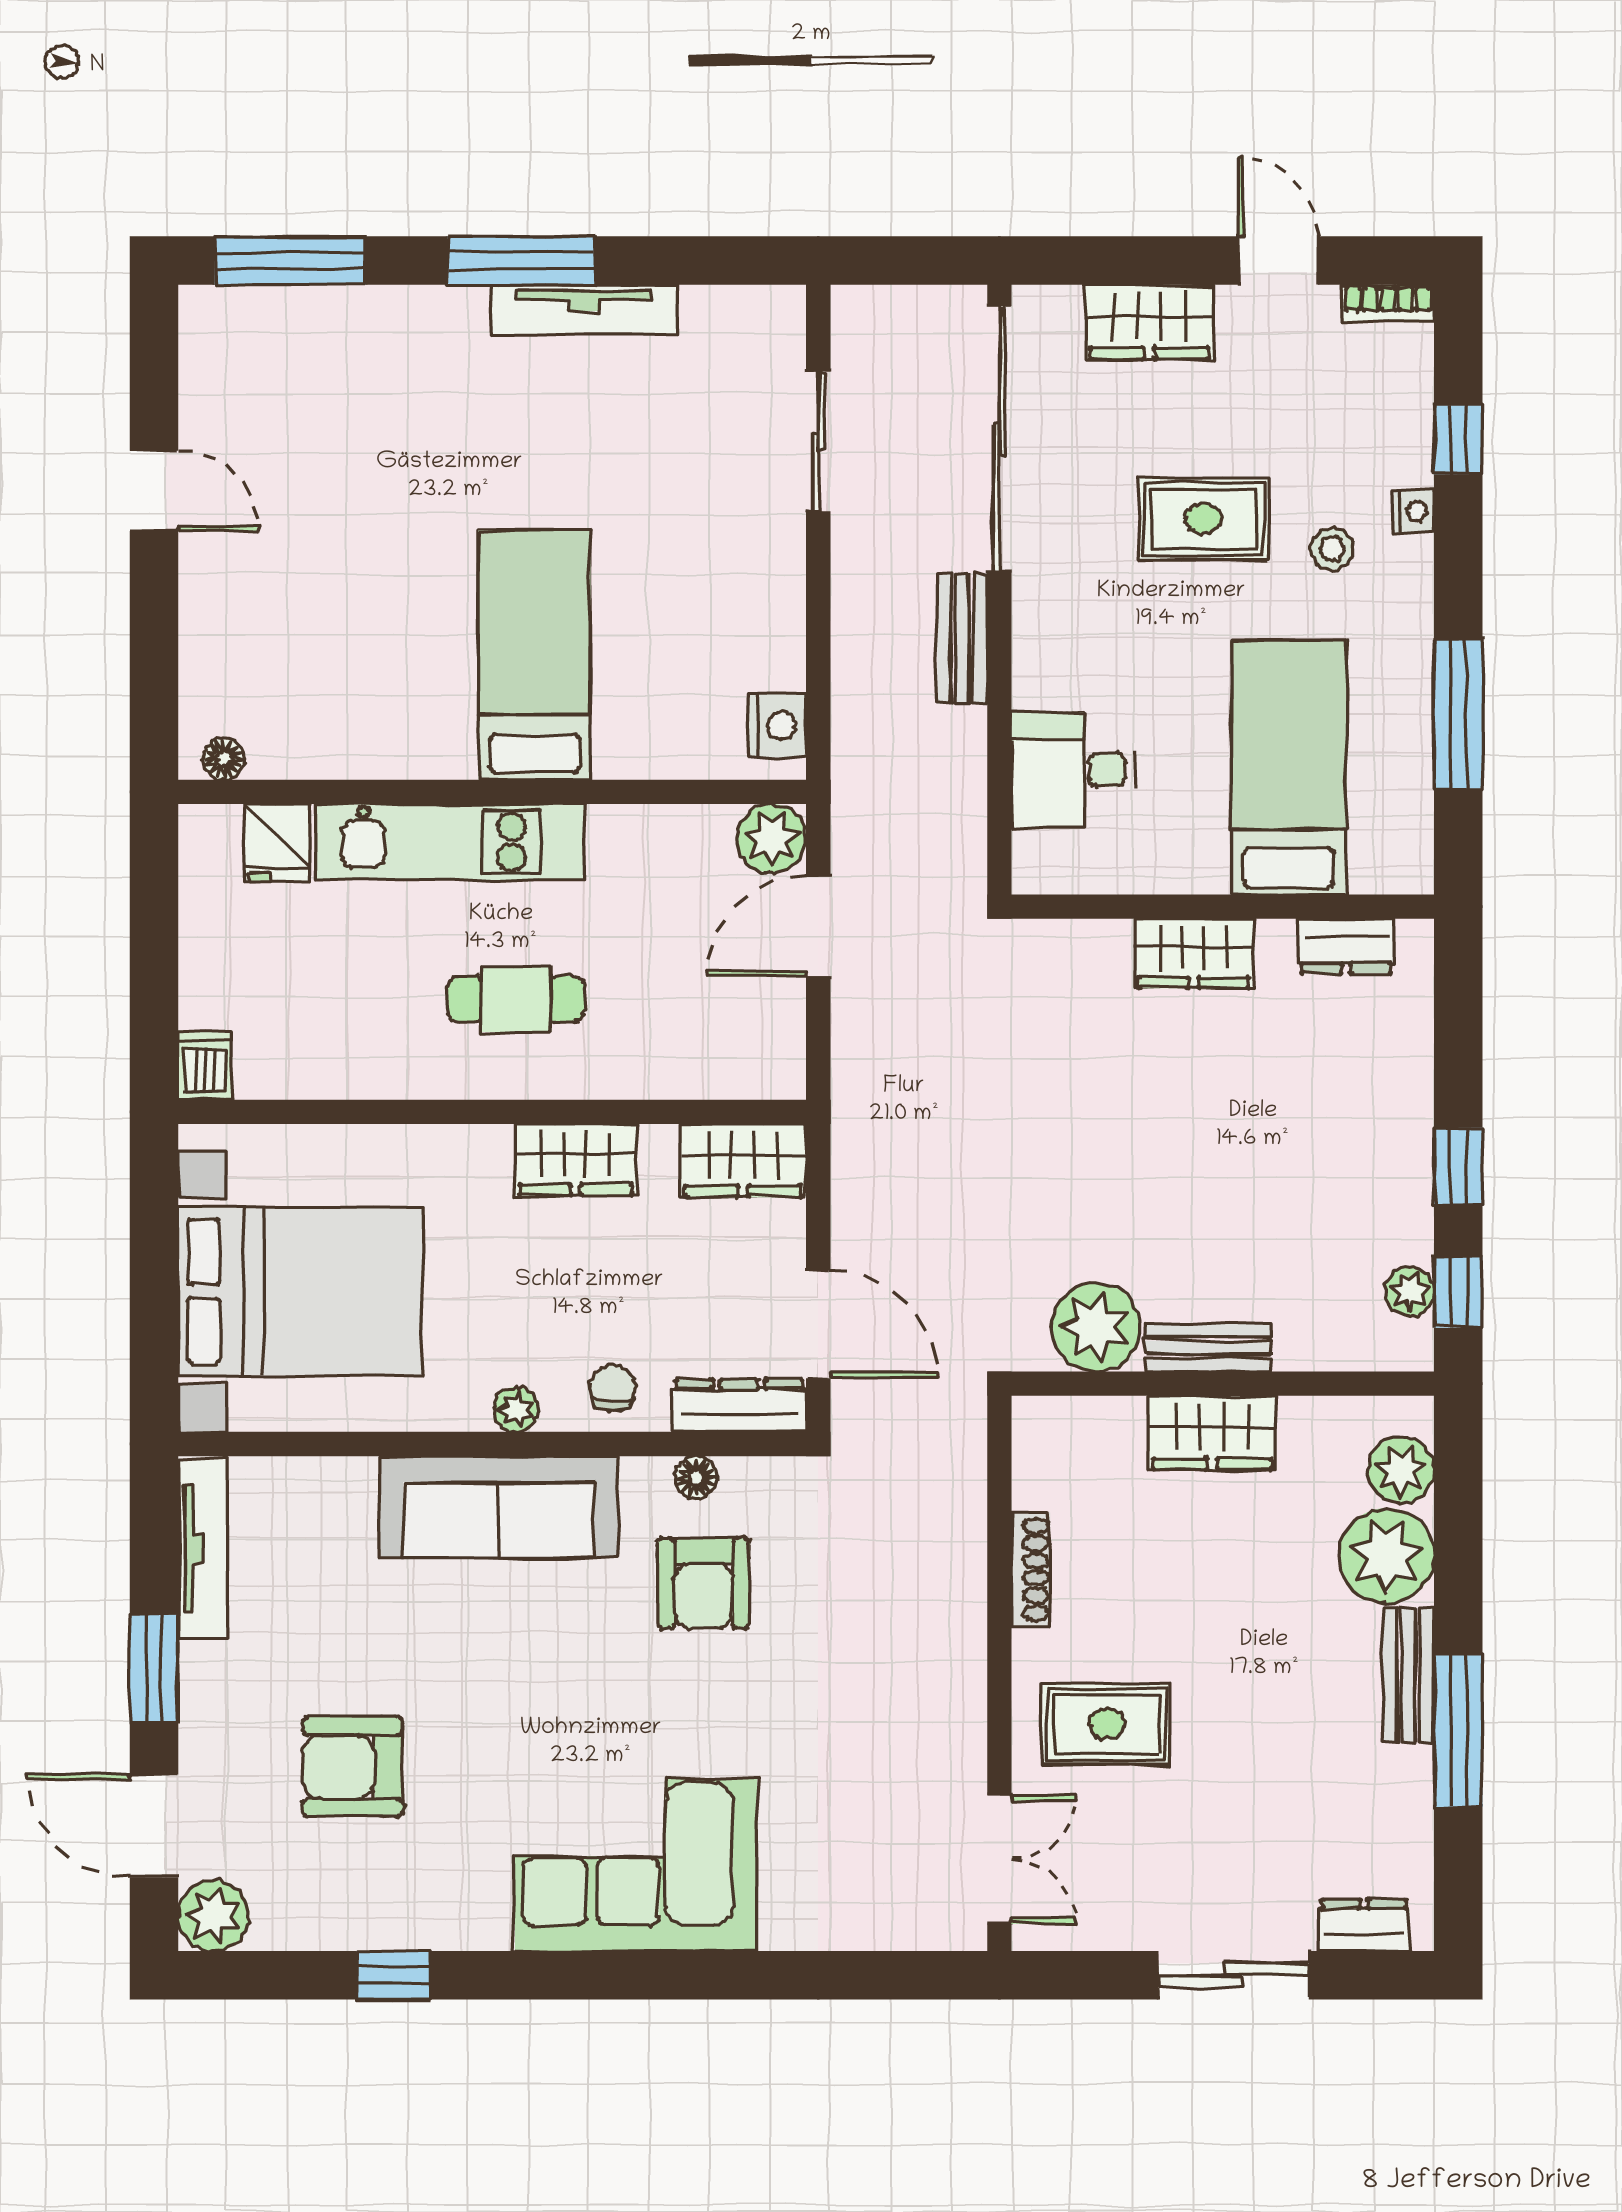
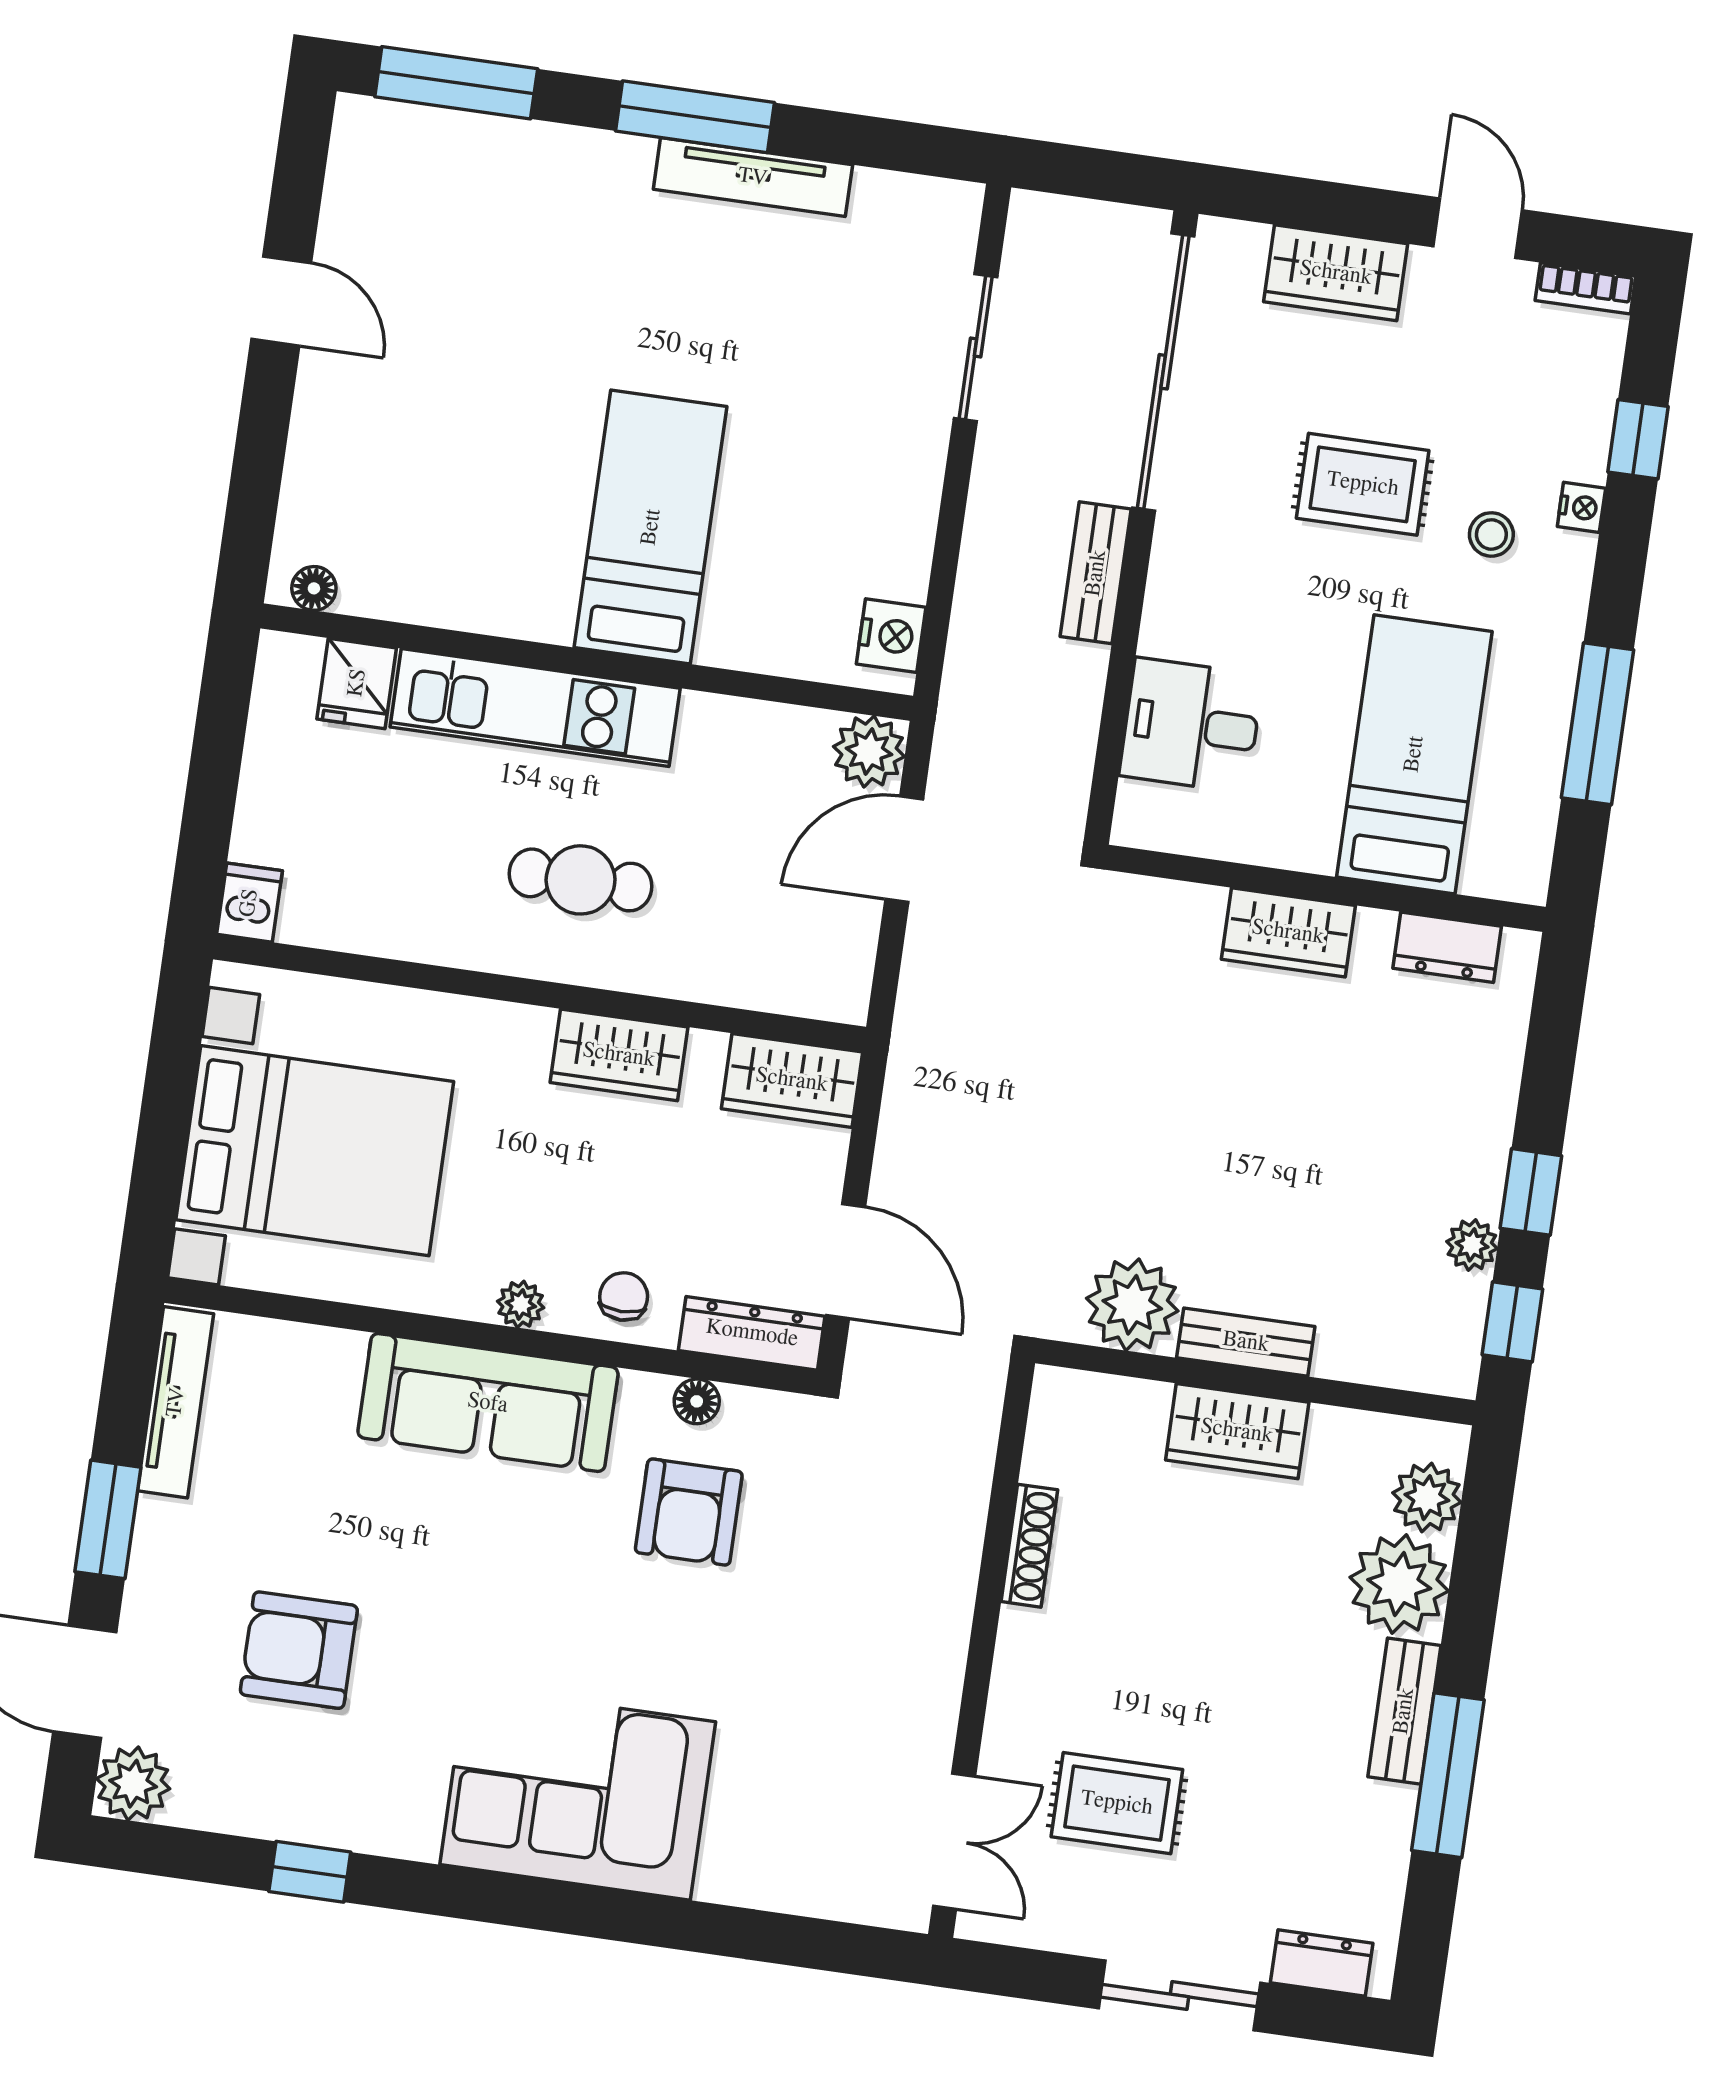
plant: (1410, 1292) -> (1472, 1245), moved
rug: (1107, 1724) -> (1117, 1803), moved

